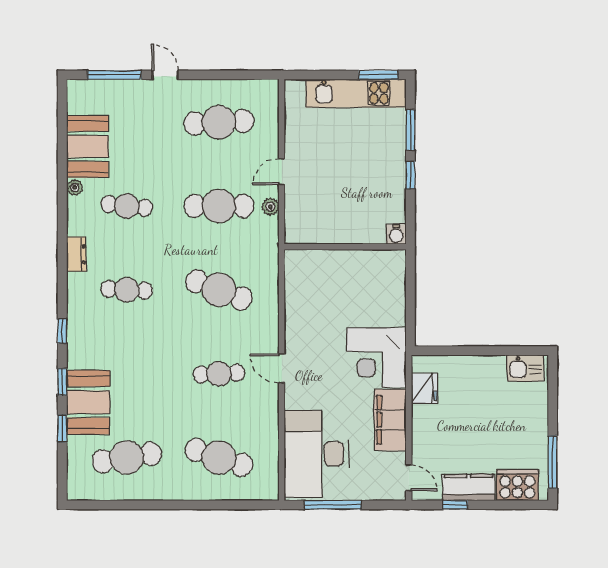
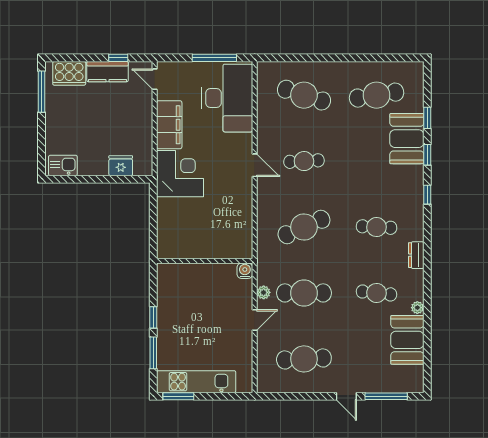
water cooler: (396, 234) -> (245, 271), moved
cafe table: (219, 290) -> (304, 227), turned -45
fridge: (424, 388) -> (121, 166), moved, turned 90

